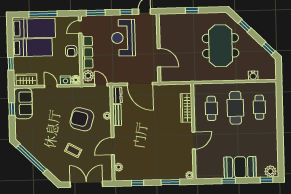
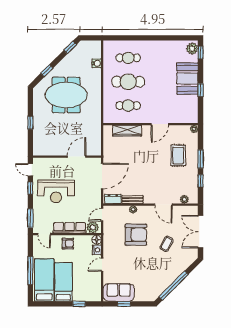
wardrobe: (26, 80) -> (95, 289), removed
armchair: (82, 119) -> (136, 235), turned -106
door: (194, 141) -> (160, 124), swing flipped
rug: (163, 160) -> (178, 155), added
window: (170, 182) -> (201, 159), moved

